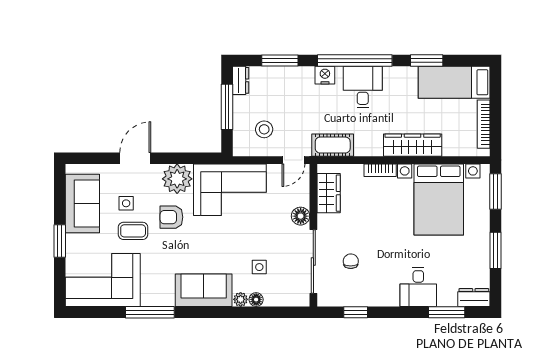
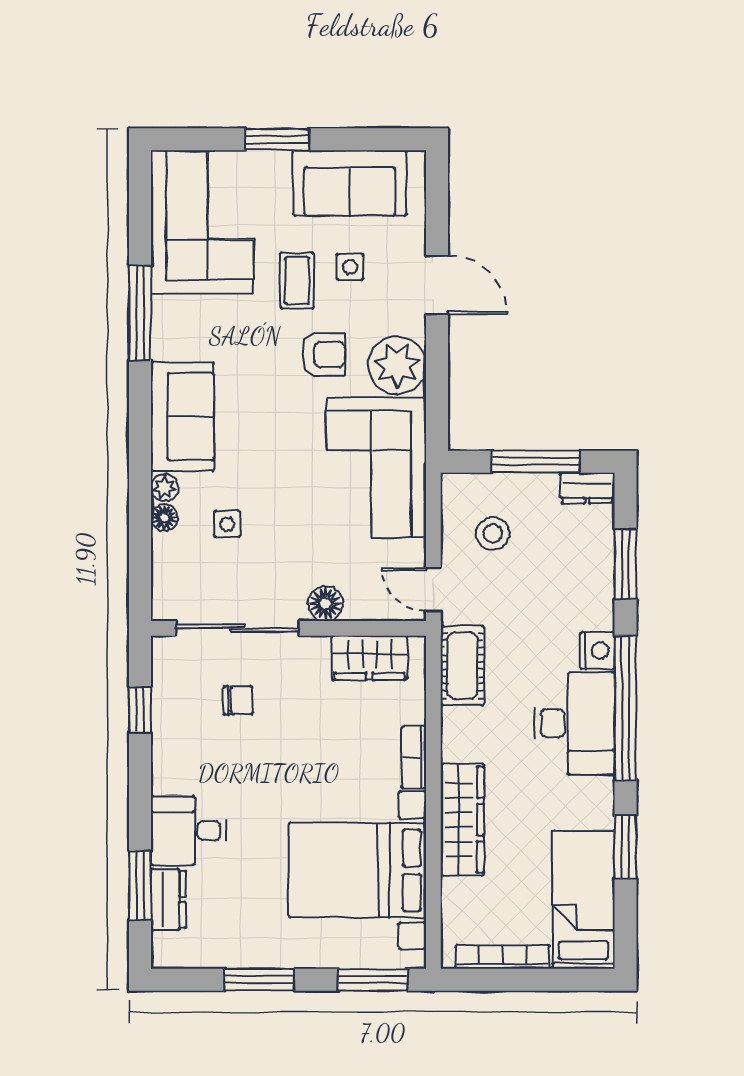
desk: (363, 87) -> (574, 723), width x1.37
armchair: (171, 217) -> (323, 354), turned 90
dresser: (474, 298) -> (168, 899), moved

